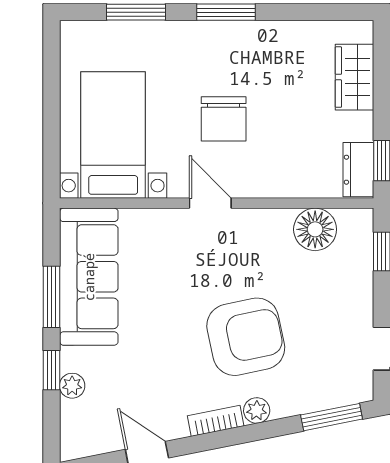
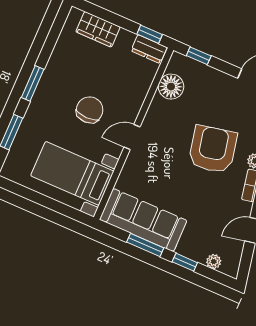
chair: (224, 119) -> (90, 110), turned -90
plant: (72, 386) -> (214, 262), moved

